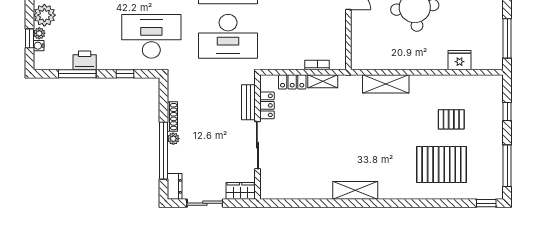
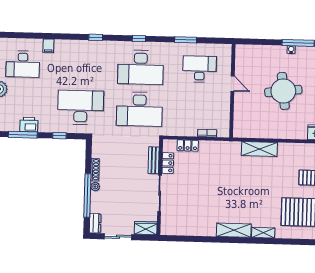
shelving: (323, 81) -> (263, 233), moved

